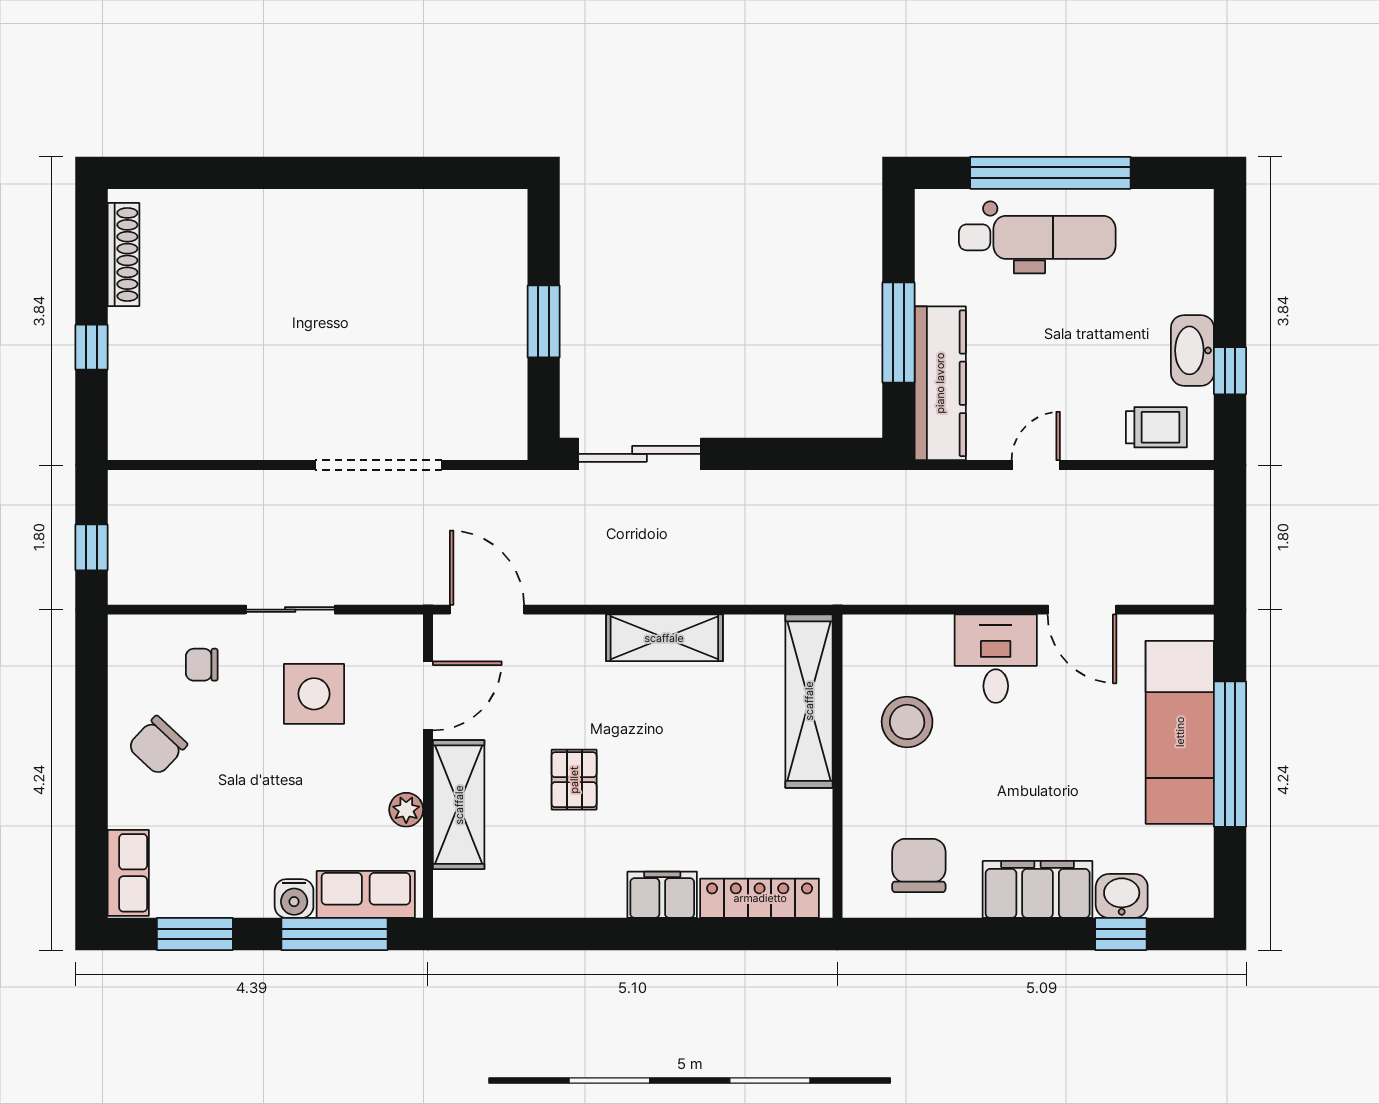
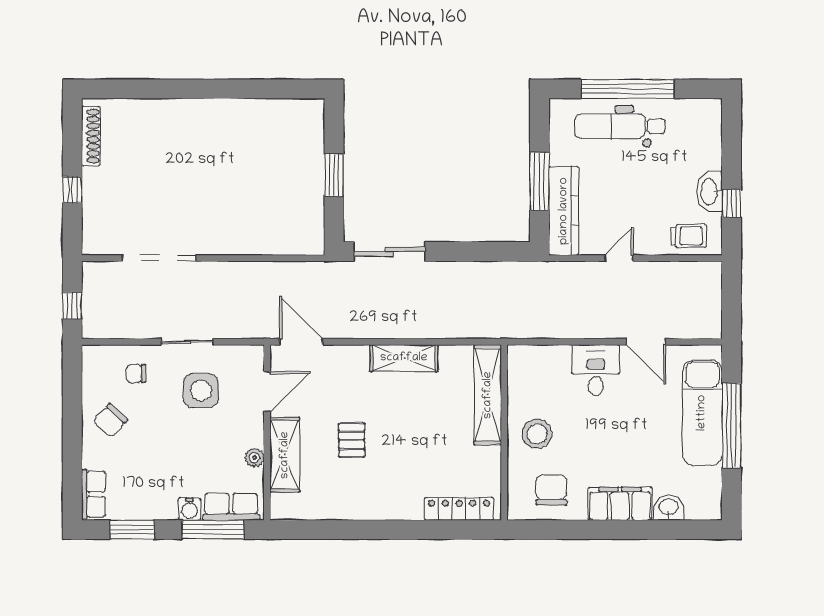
dental chair: (1037, 237) -> (620, 126), turned 180
doorway: (378, 465) -> (159, 258), moved
stool: (907, 722) -> (537, 434), moved
filing cabinet: (662, 895) -> (403, 507), removed
window: (1121, 934) -> (668, 530), removed

